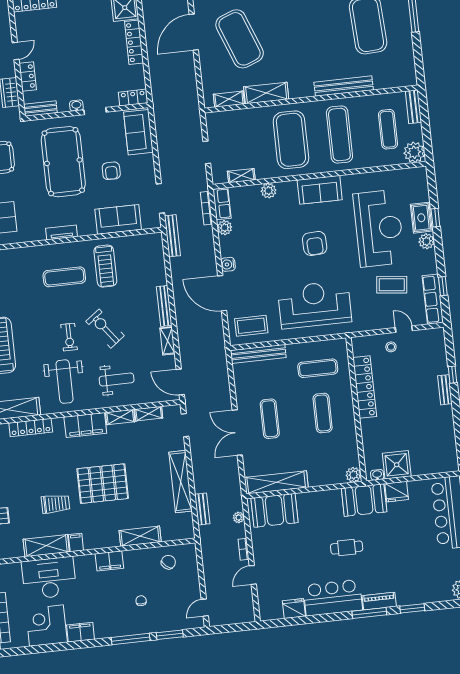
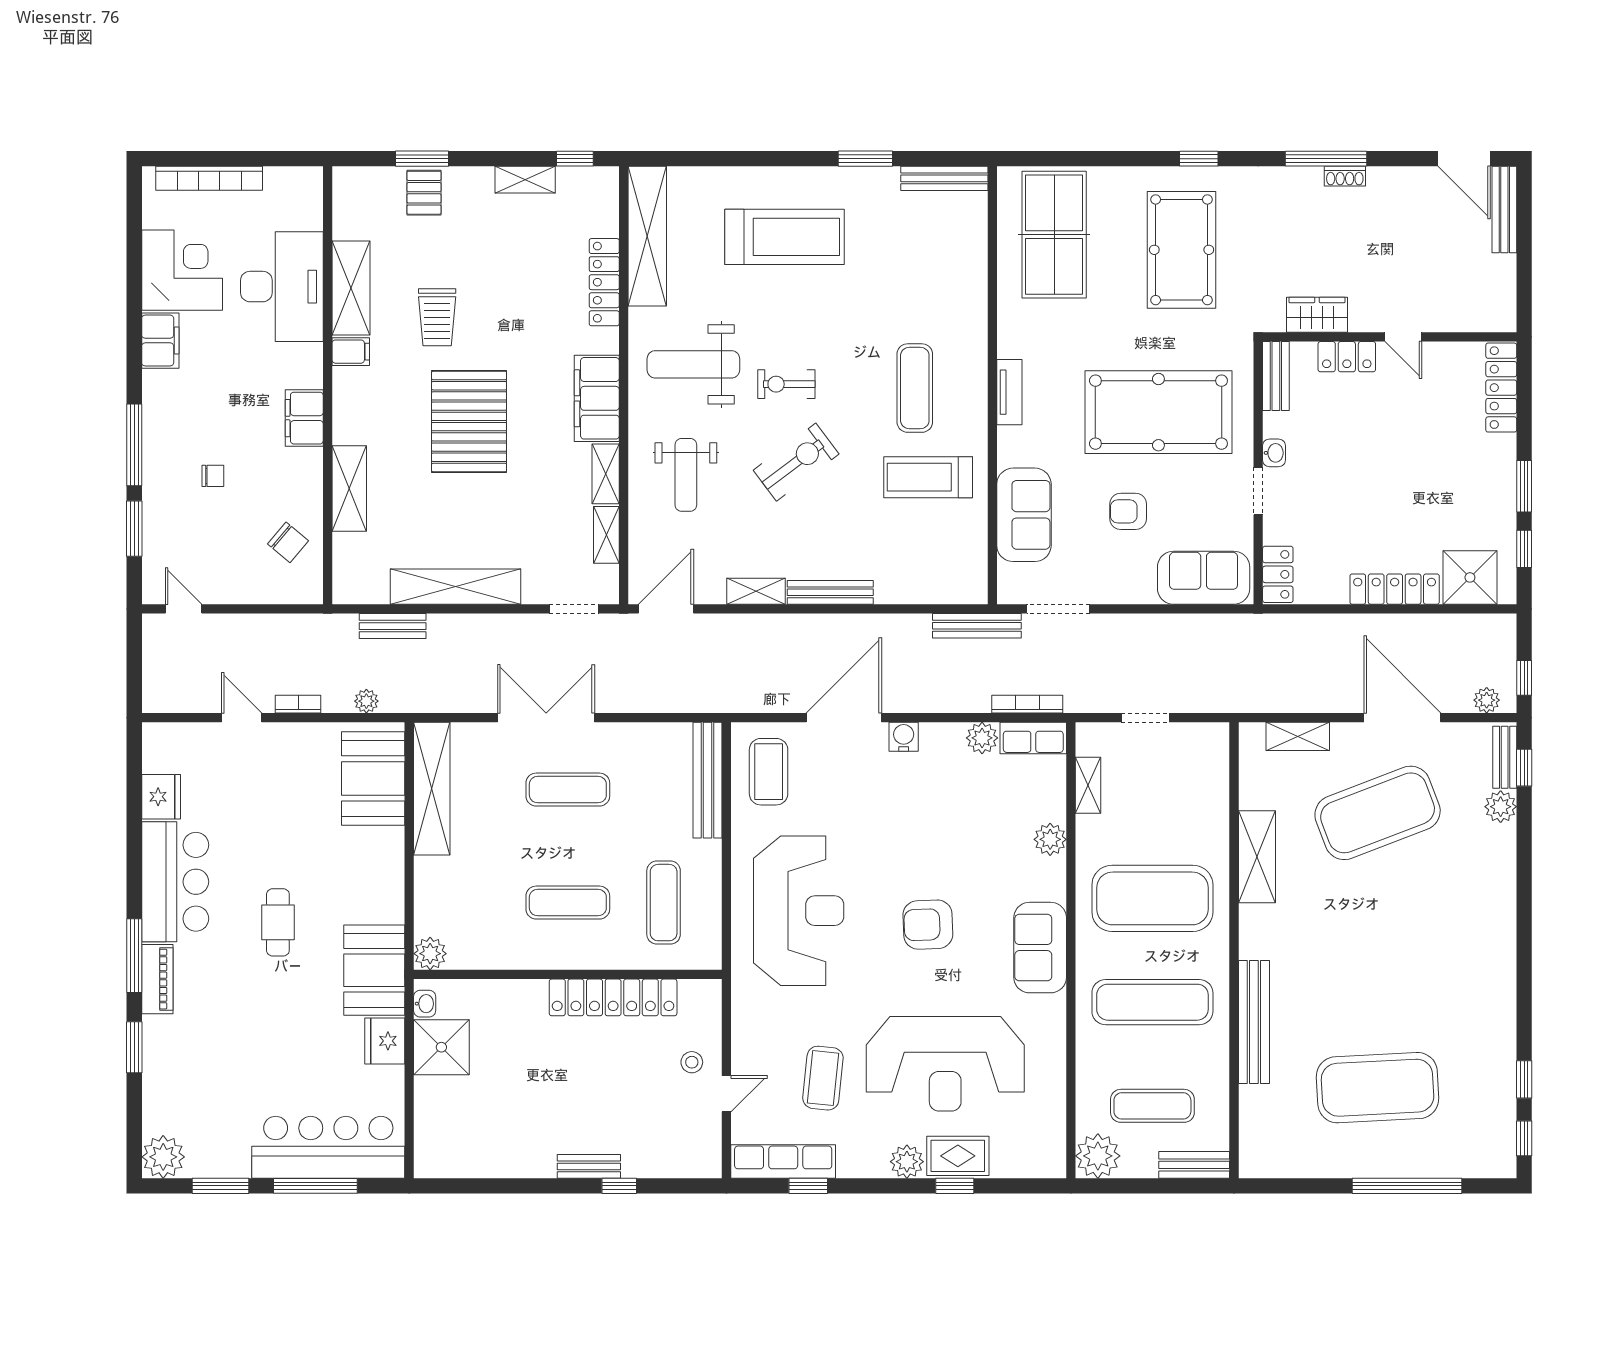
shelving: (229, 99) -> (1298, 736), moved, turned 90

